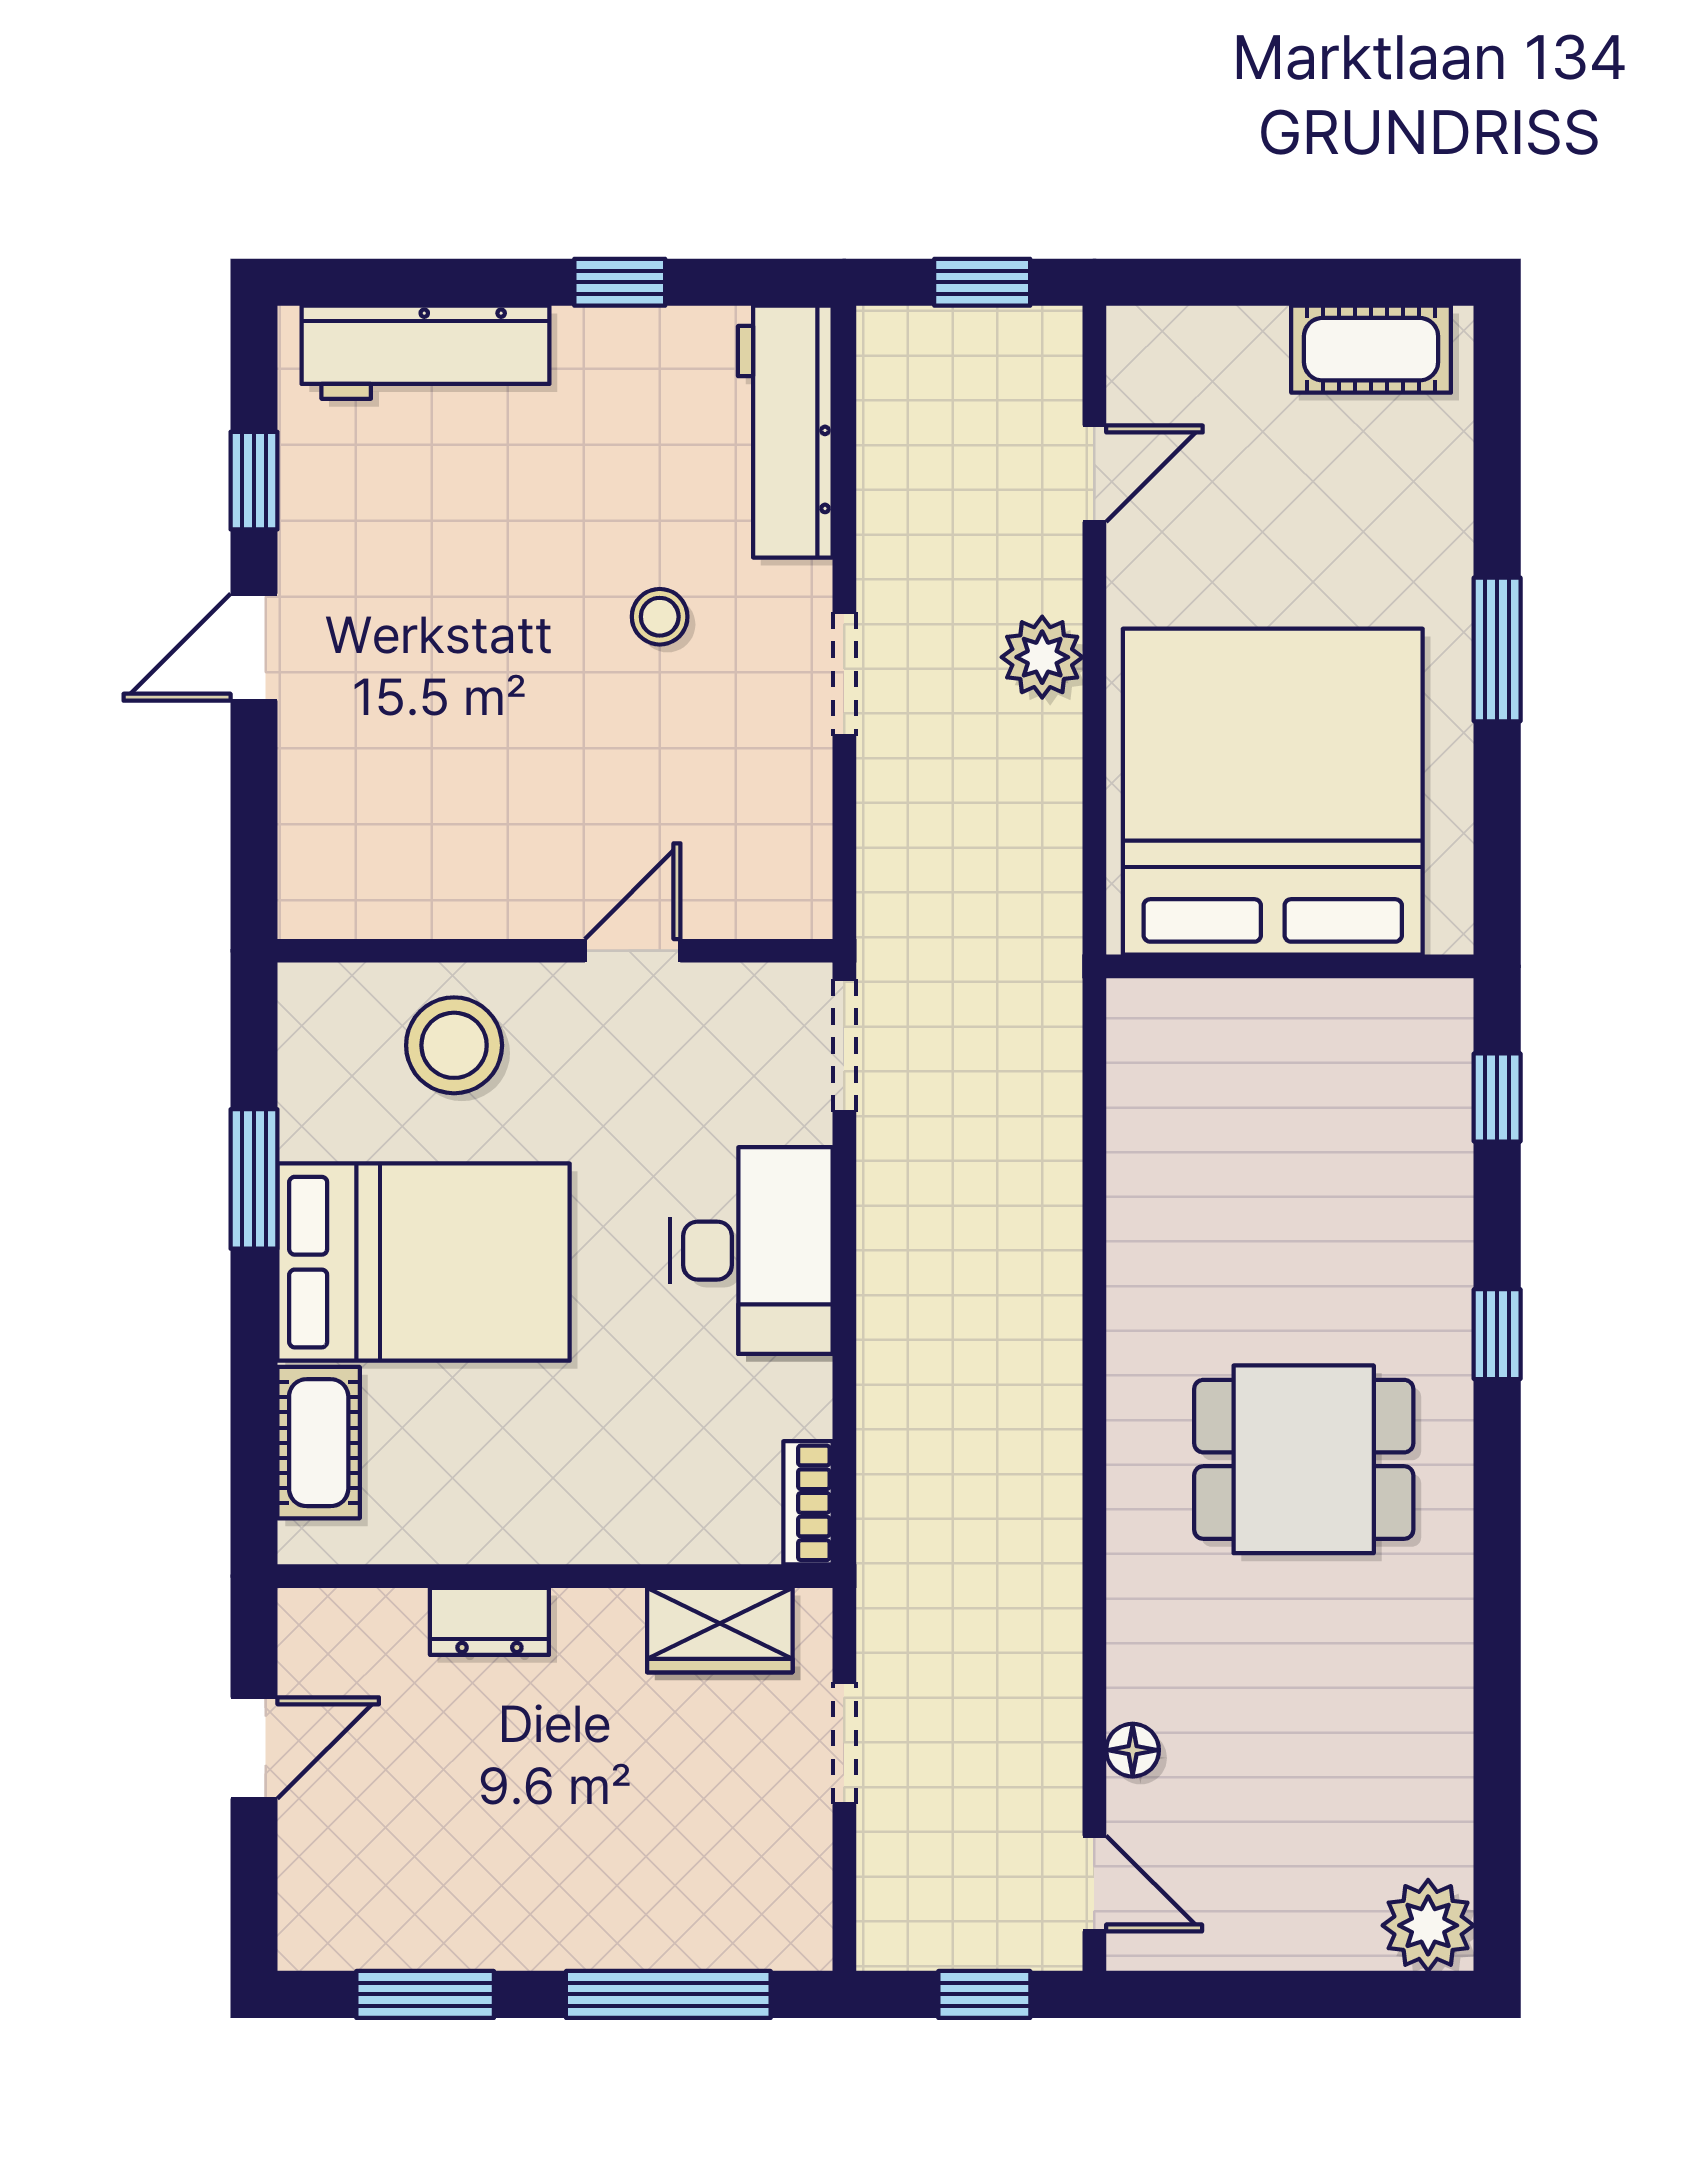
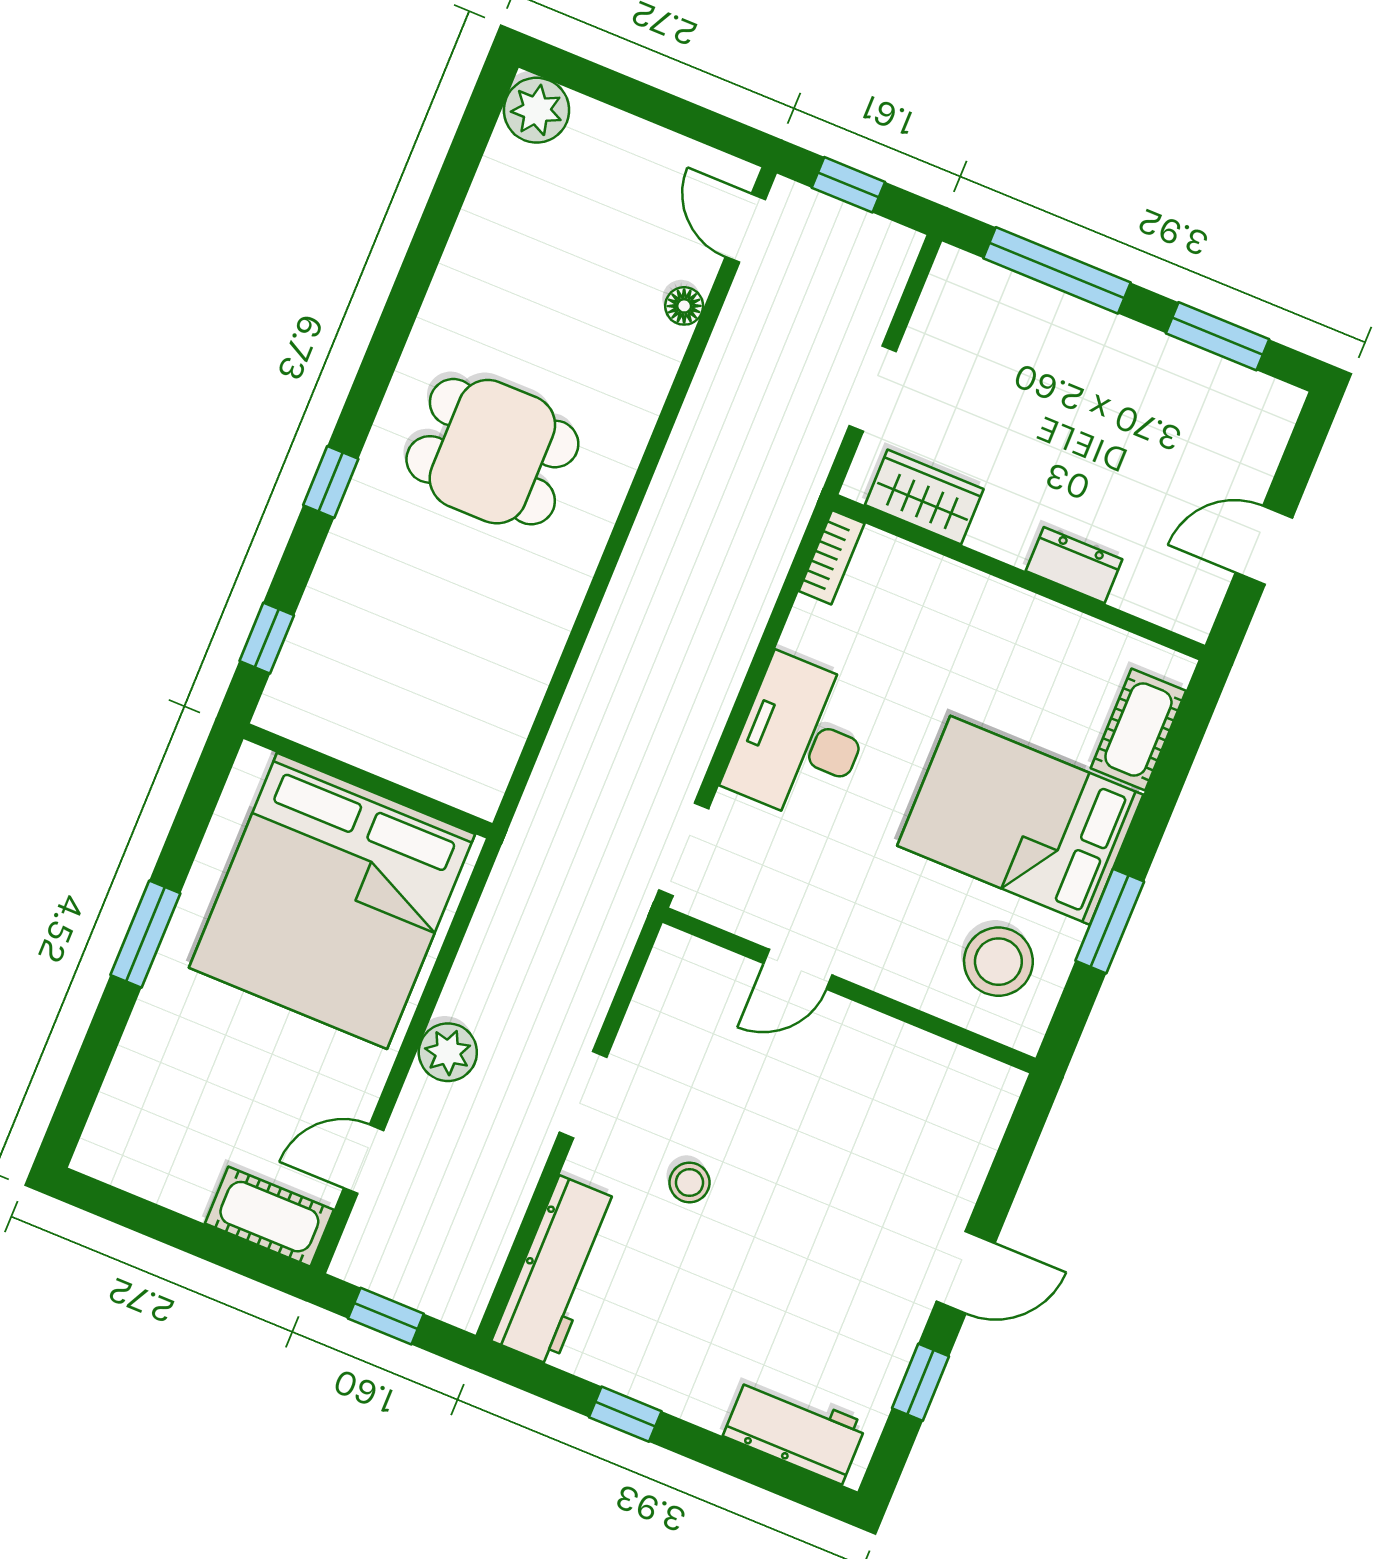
cot: (1371, 349) -> (269, 1217), moved
workbench: (425, 352) -> (795, 1430), width x0.73
stool: (454, 1045) -> (998, 962), moved

